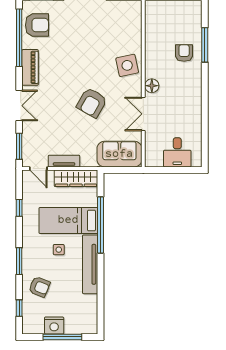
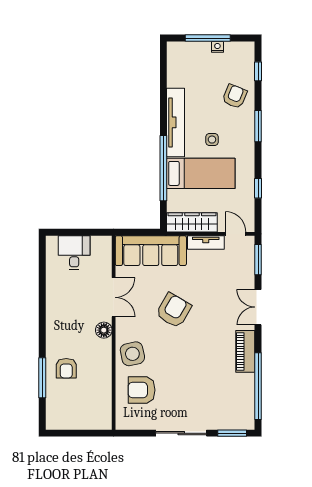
armchair: (37, 25) -> (142, 390), moved
sofa: (119, 154) -> (151, 251), width x1.36
armchair: (39, 287) -> (235, 96), turned 90
nightstand: (54, 325) -> (217, 47), width x0.53, depth x0.56

